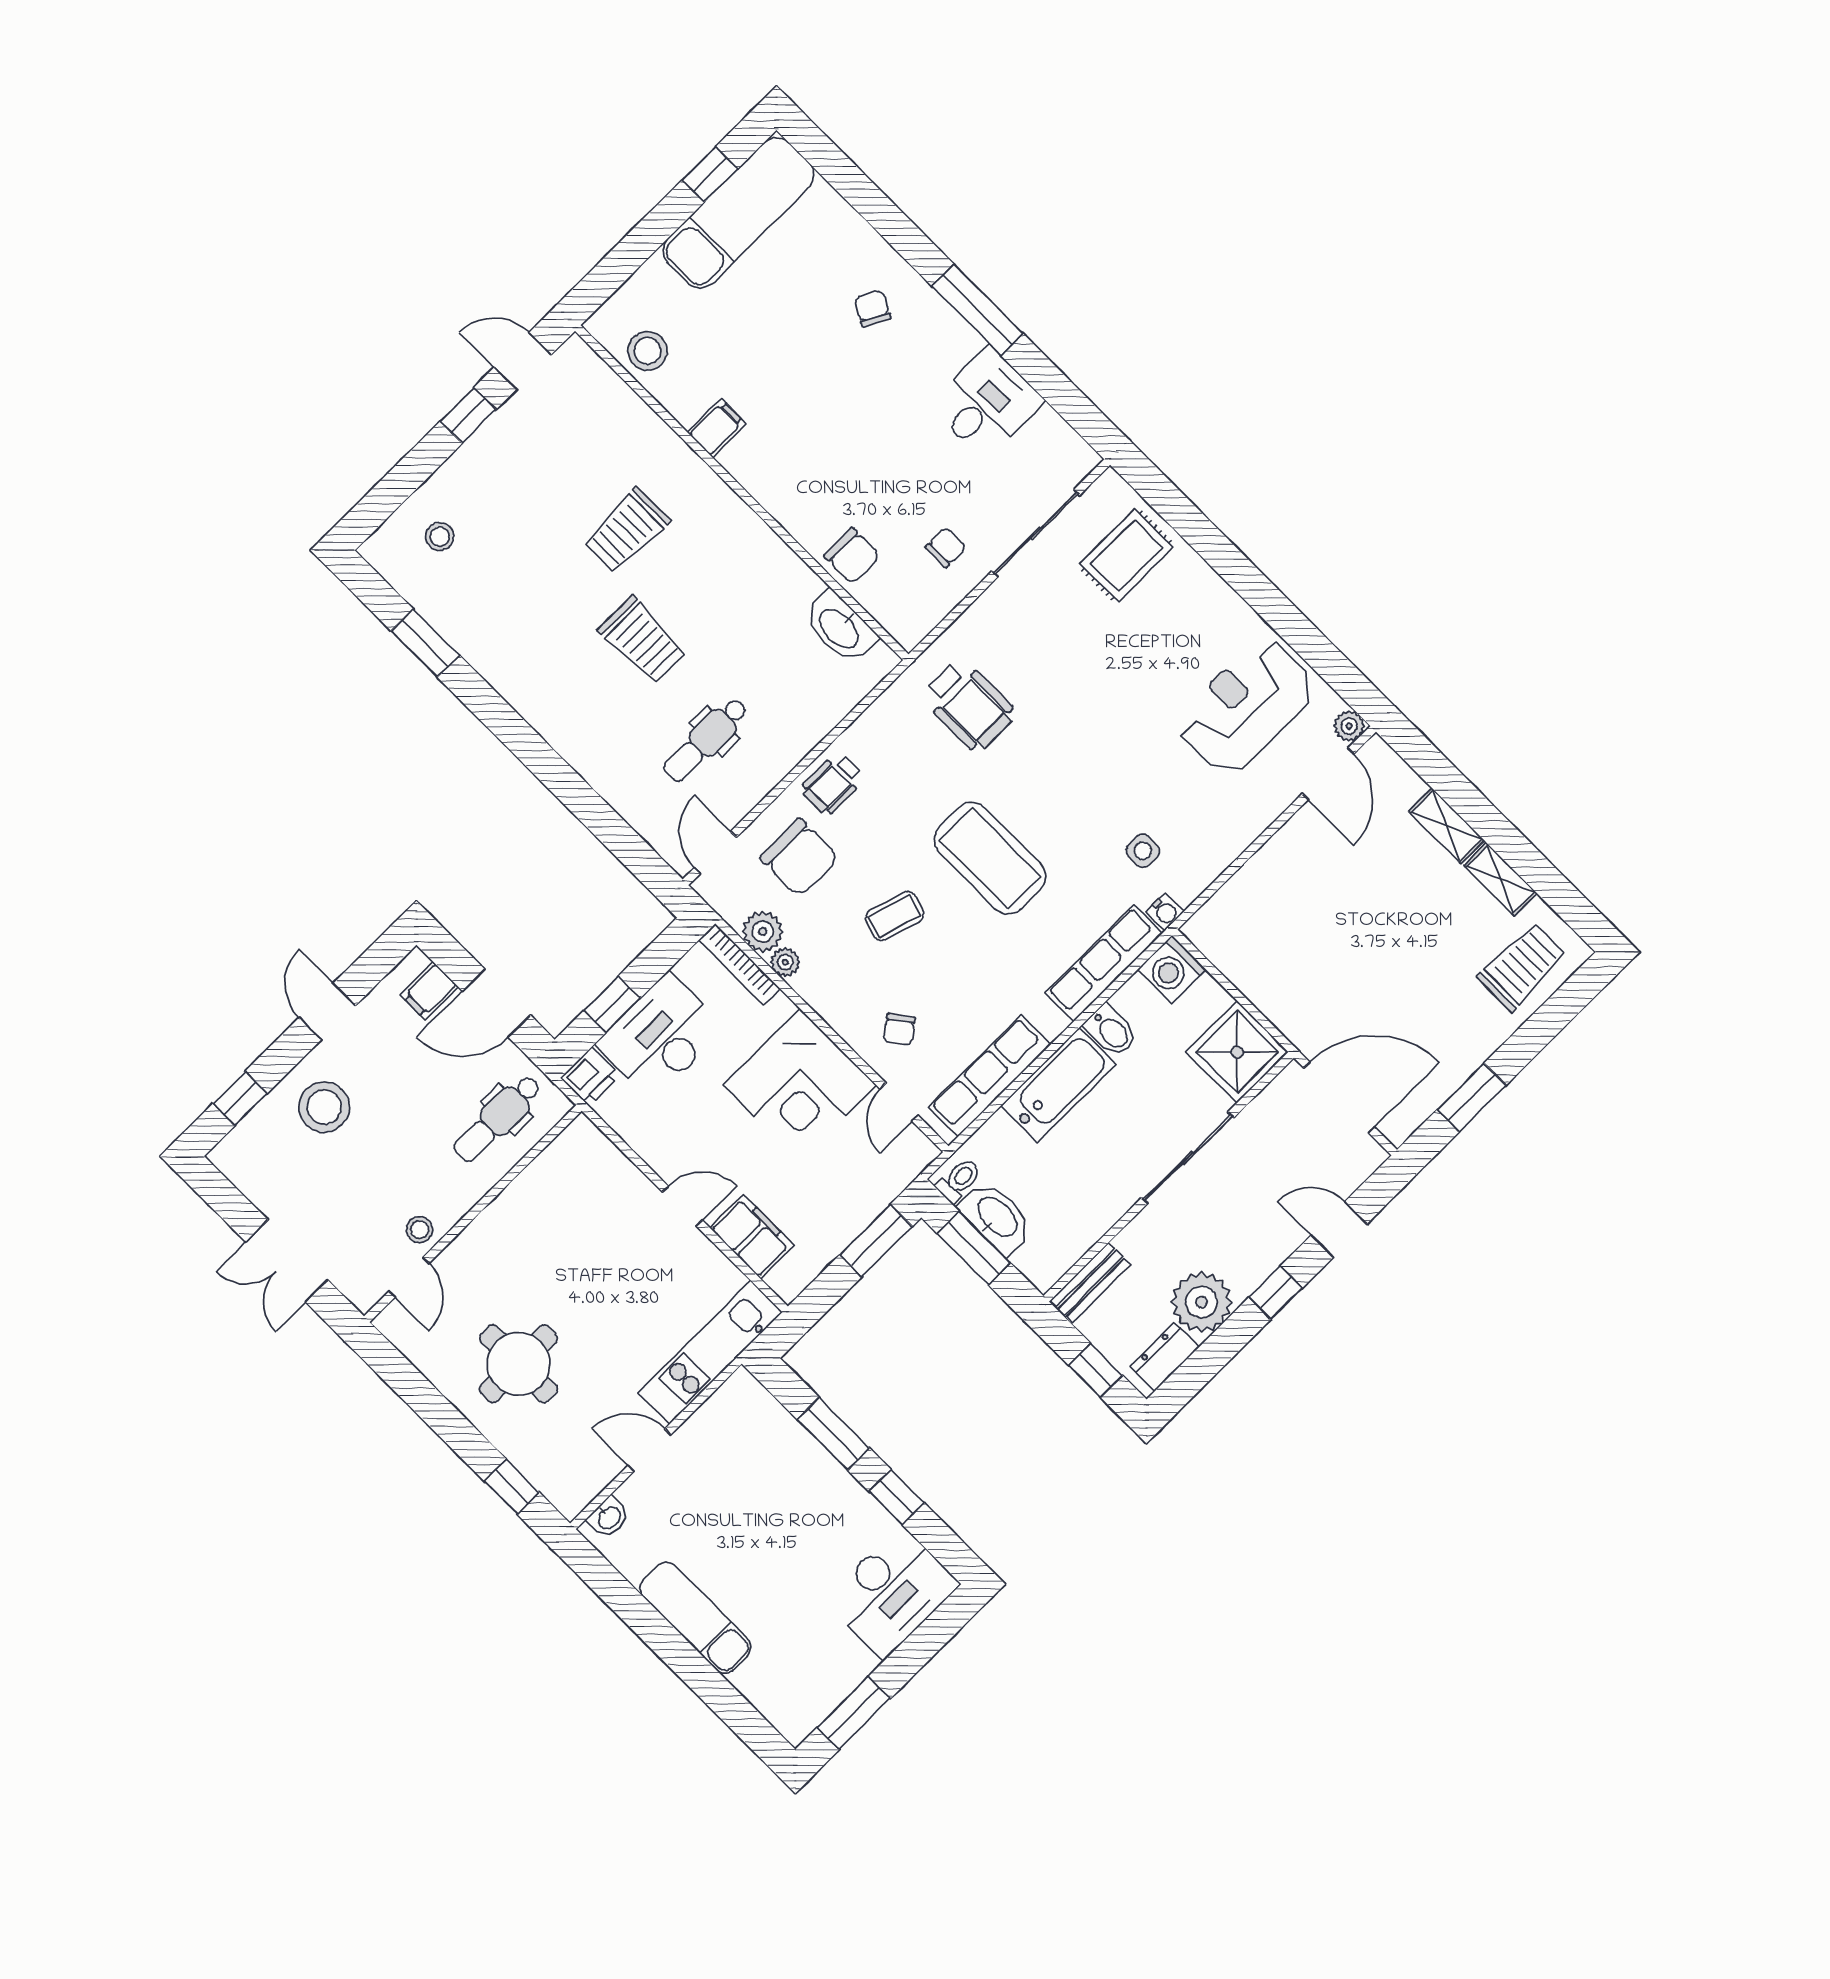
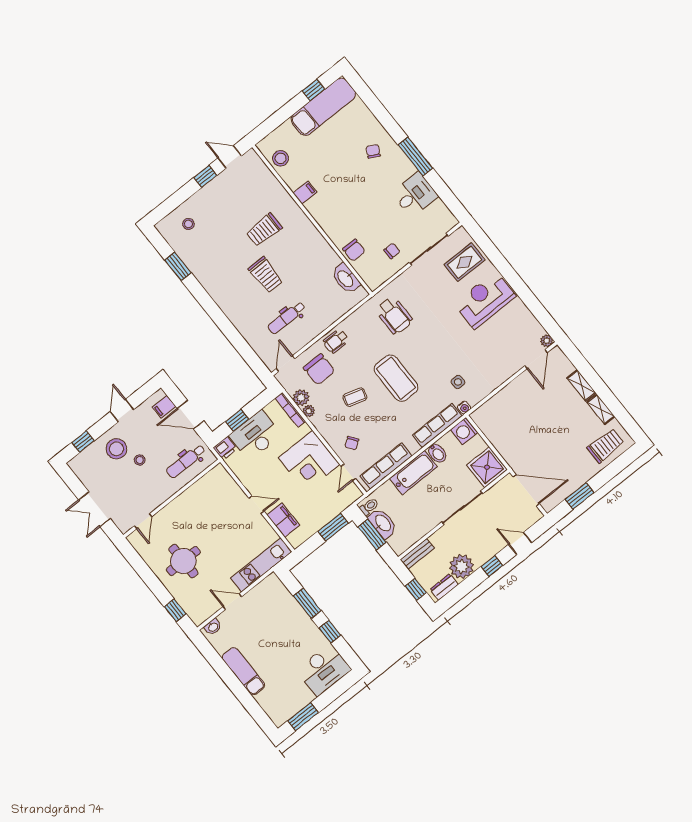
reception desk: (1246, 706) -> (485, 300), moved
stool: (420, 1230) -> (140, 460), moved

